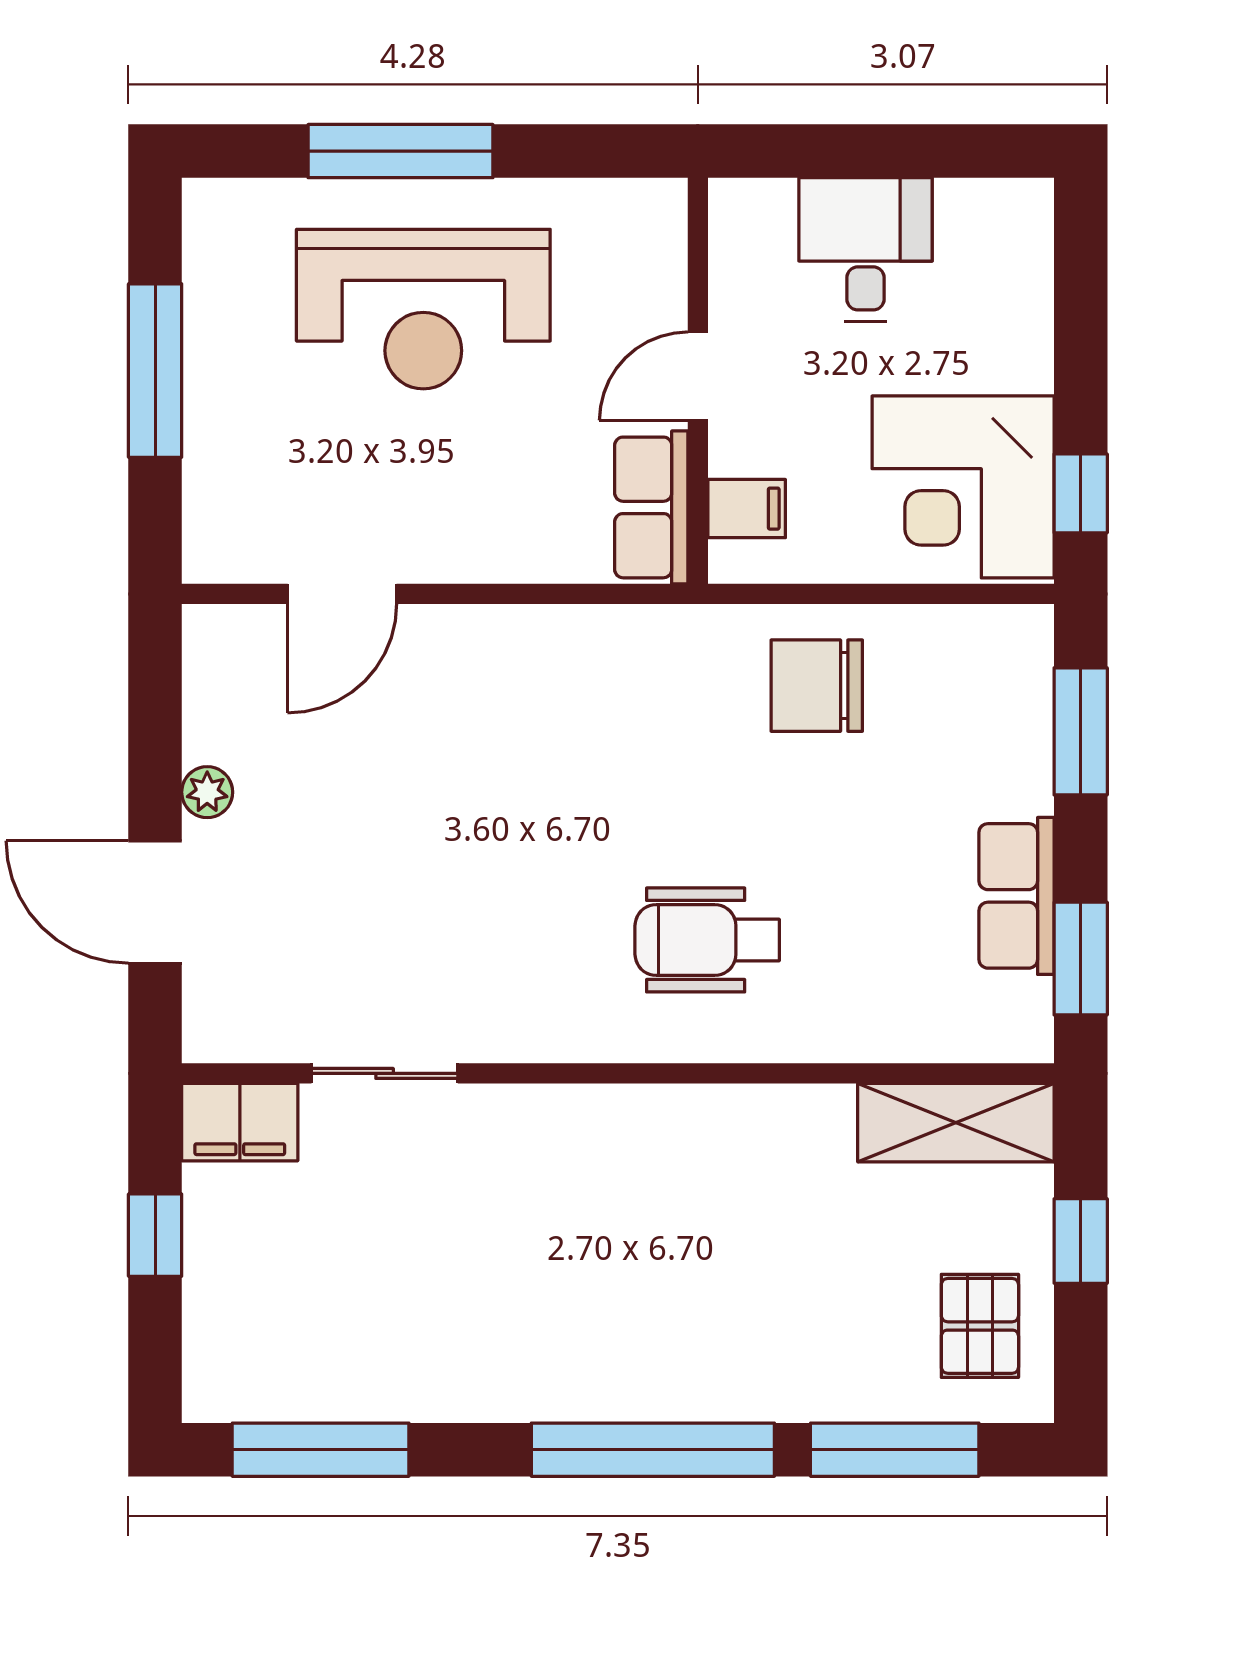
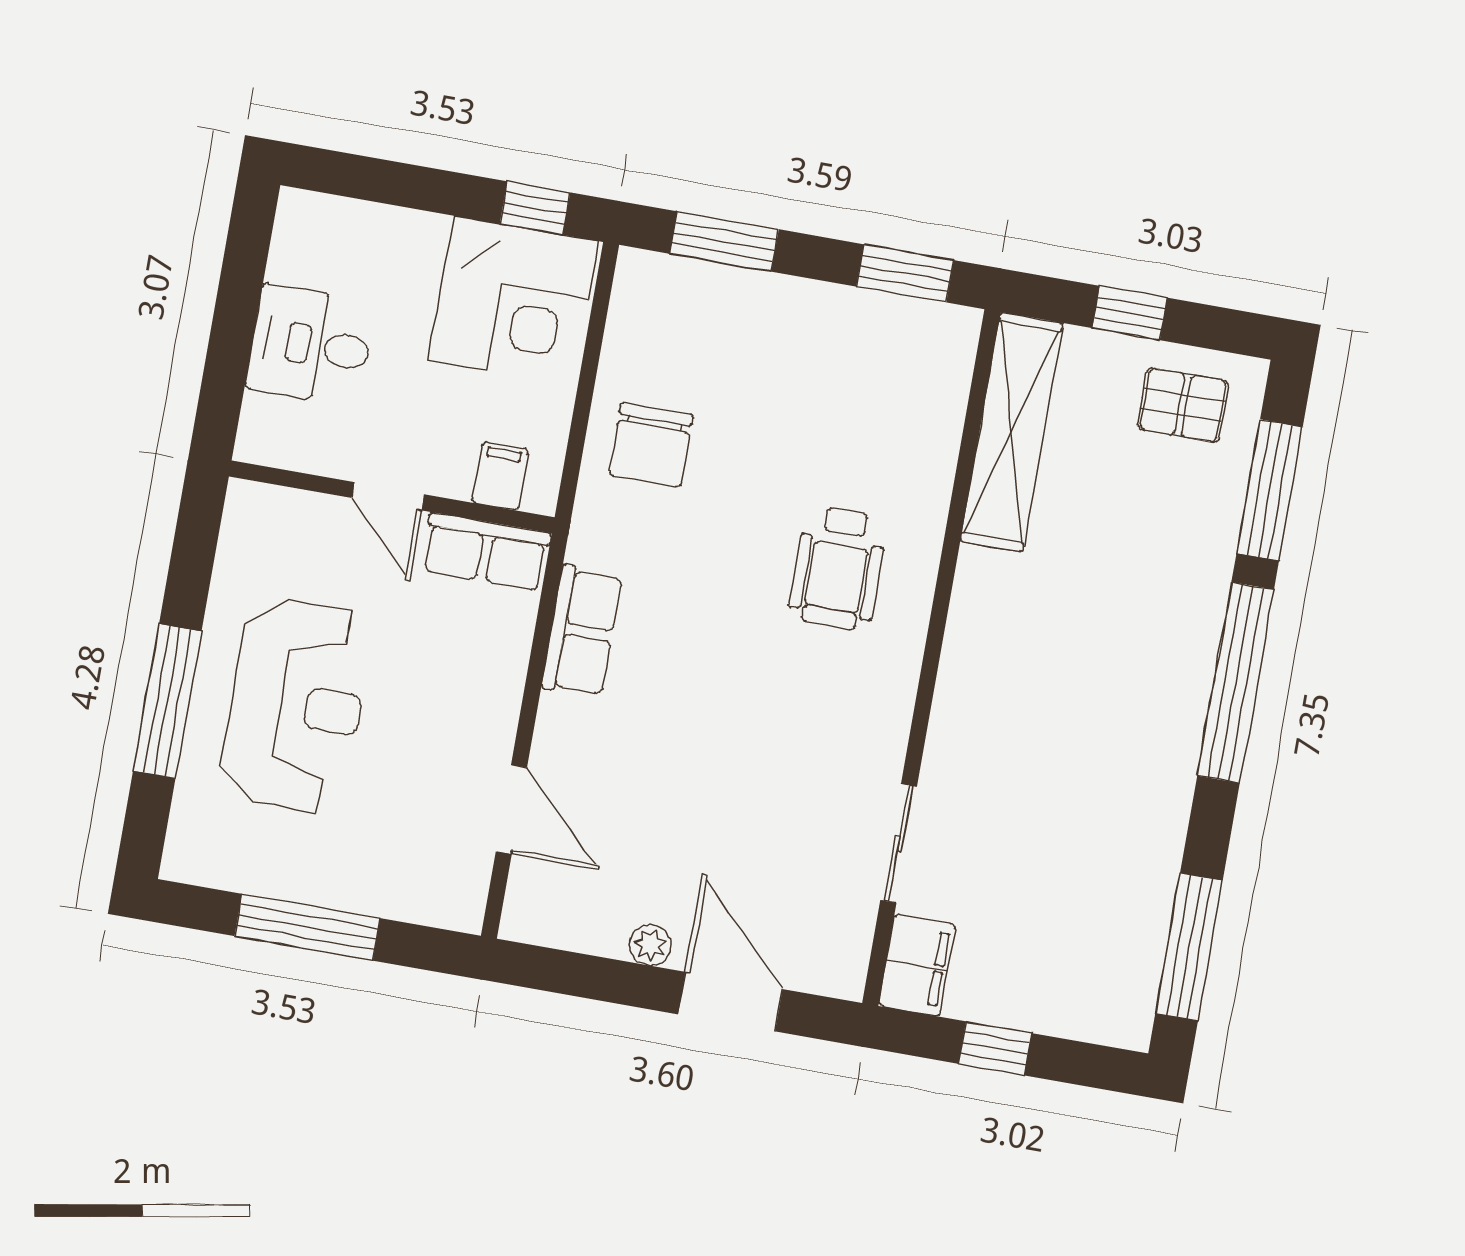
row of seats: (1017, 896) -> (582, 631), moved, turned -90
door: (155, 902) -> (730, 1002), swing flipped
shelving: (956, 1123) -> (1012, 432), width x1.47

